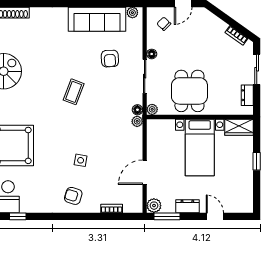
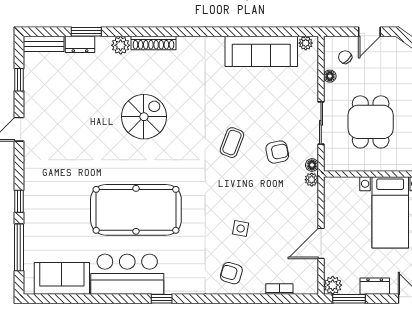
floor lamp: (152, 54) -> (330, 76), moved
armchair: (110, 59) -> (277, 152), moved, turned -99
dining table: (189, 91) -> (371, 122), moved
plant: (152, 109) -> (330, 165), removed

